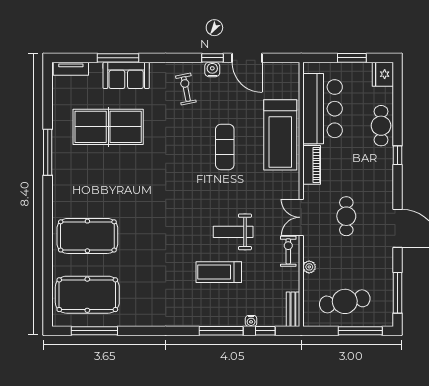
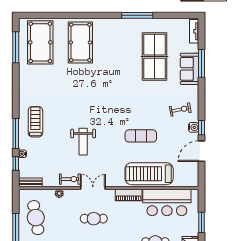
weight bench: (233, 232) -> (83, 142), turned 180
treadmill: (219, 272) -> (35, 122), moved

